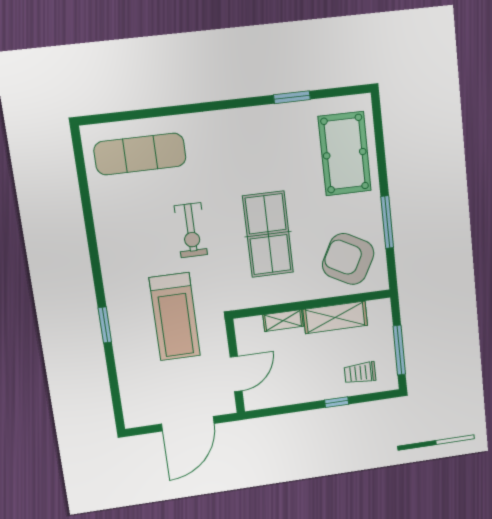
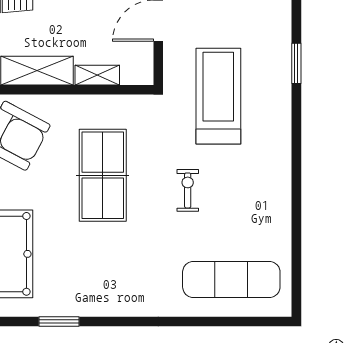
exercise bike: (191, 230) -> (188, 190), width x0.73, depth x0.72
window: (105, 325) -> (296, 63), moved

